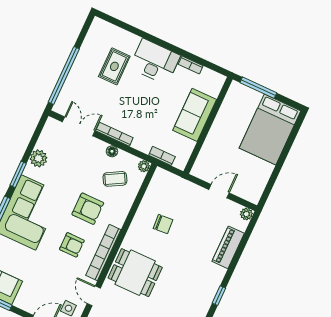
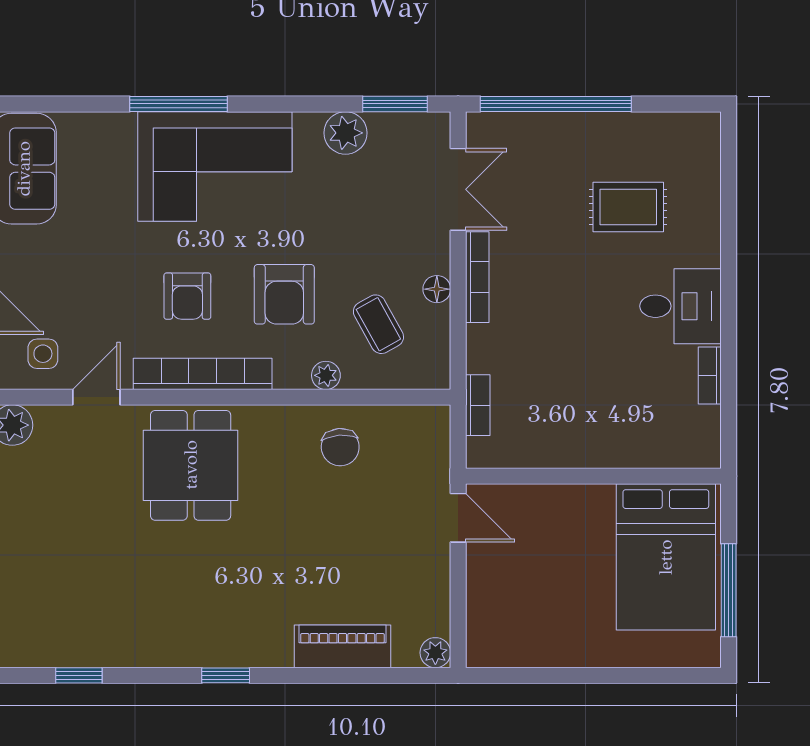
desk: (155, 62) -> (681, 306), width x0.73
window: (258, 88) -> (729, 590), moved
sofa: (195, 115) -> (603, 436), removed
bed: (270, 129) -> (666, 557), moved, turned -90
plant: (144, 166) -> (326, 375), moved
window: (18, 174) -> (395, 104), moved
door: (219, 191) -> (458, 518), moved
chair: (163, 224) -> (340, 447), moved

